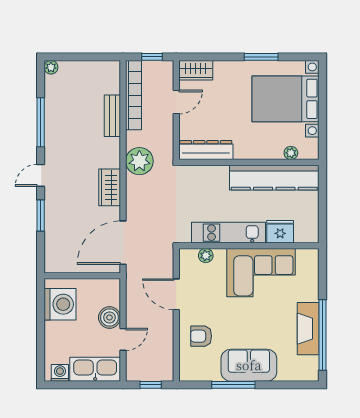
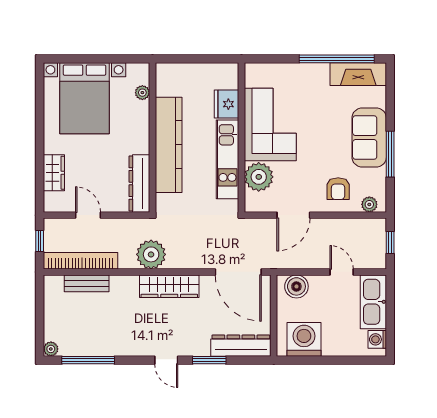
window: (261, 57) -> (40, 124), removed
wardrobe: (196, 70) -> (54, 173), moved
bench: (112, 116) -> (87, 283), moved
window: (41, 122) -> (88, 360), moved
kitchen counter: (274, 178) -> (169, 145), moved
wardrobe: (110, 187) -> (169, 286), width x1.50
dresser: (54, 245) -> (241, 346), added
plant: (206, 256) -> (259, 177), width x1.88, depth x1.88
boiler: (109, 317) -> (296, 286), moved
fireplace: (308, 329) -> (358, 74), moved
plant: (186, 365) -> (369, 204), added

